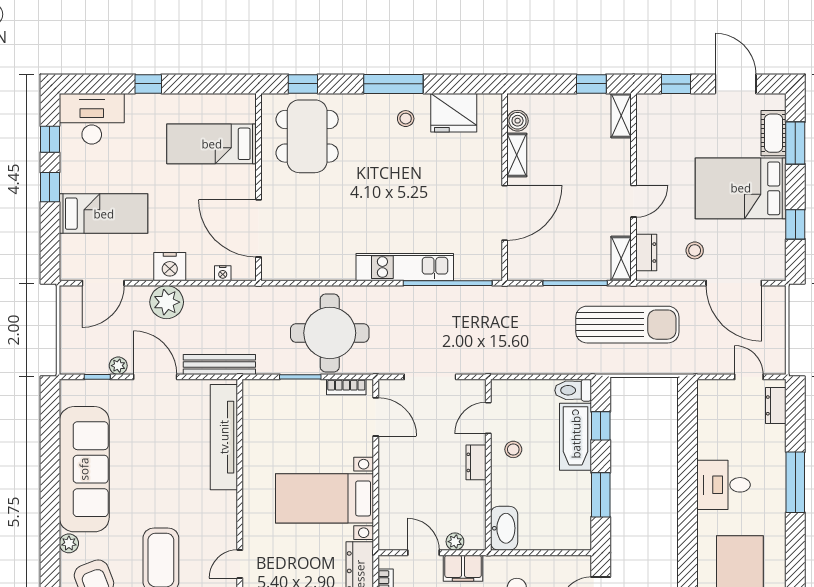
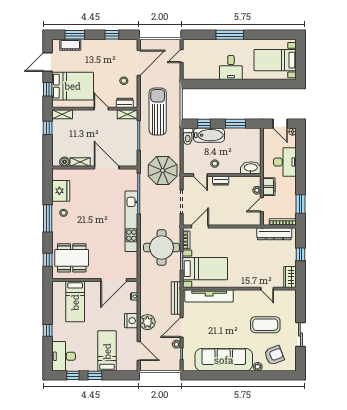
bed: (741, 188) -> (73, 86), moved, turned -90
kitchen unit: (405, 267) -> (131, 221), width x1.36
parasol: (498, 335) -> (163, 170), added
dresser: (776, 405) -> (195, 44), removed
bed with nightstands: (325, 498) -> (205, 269), moved, turned -90

